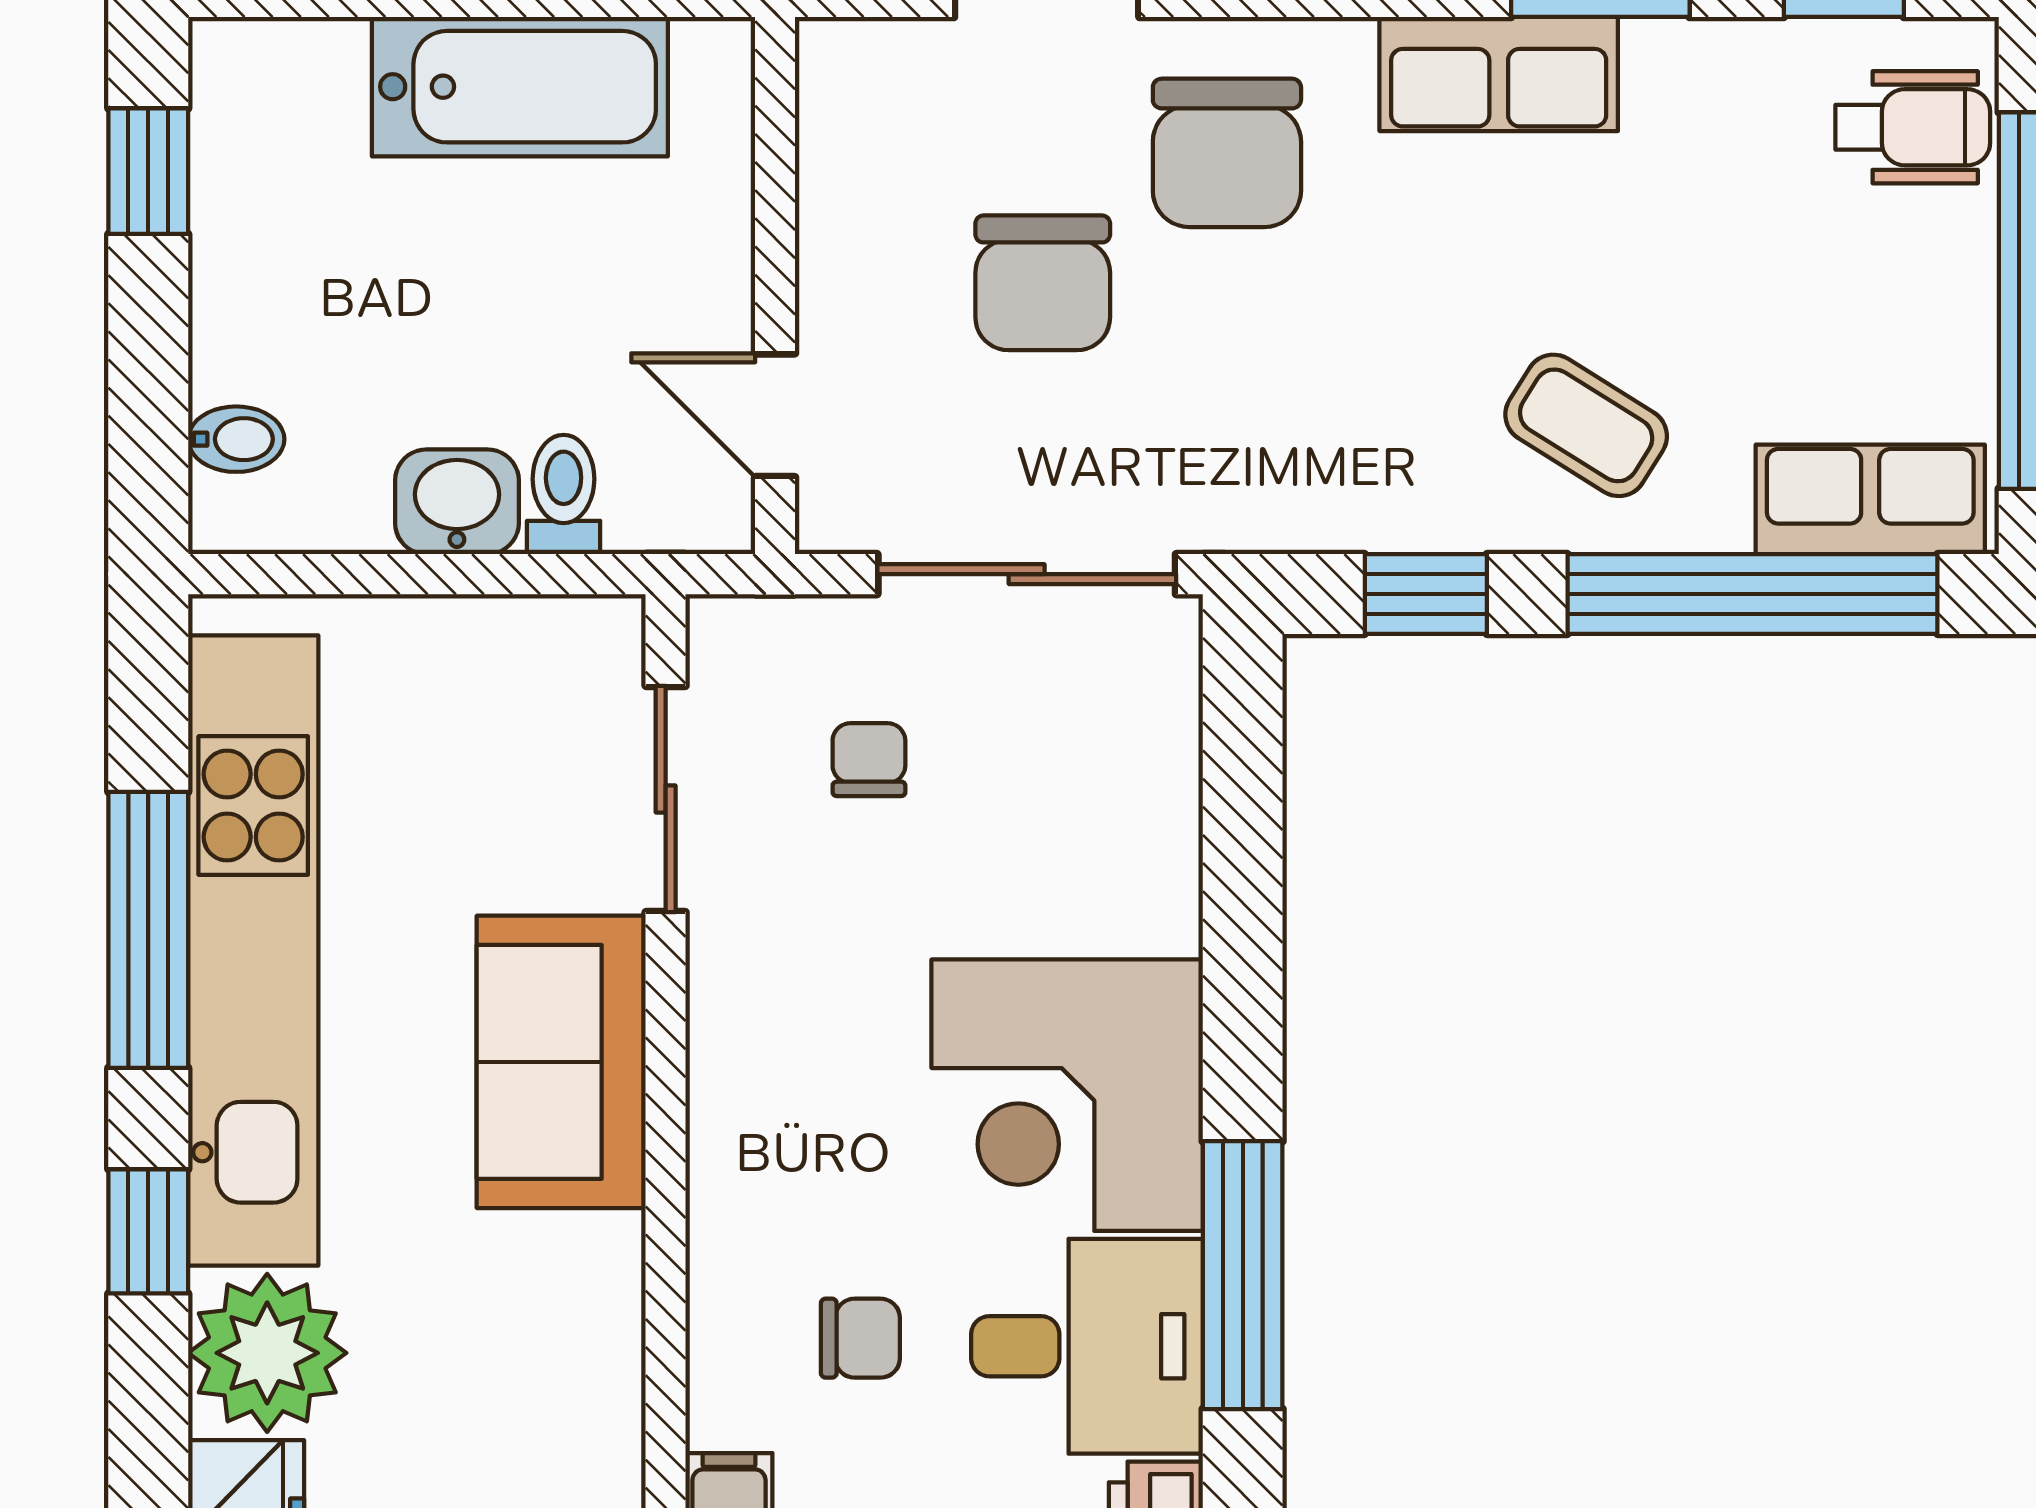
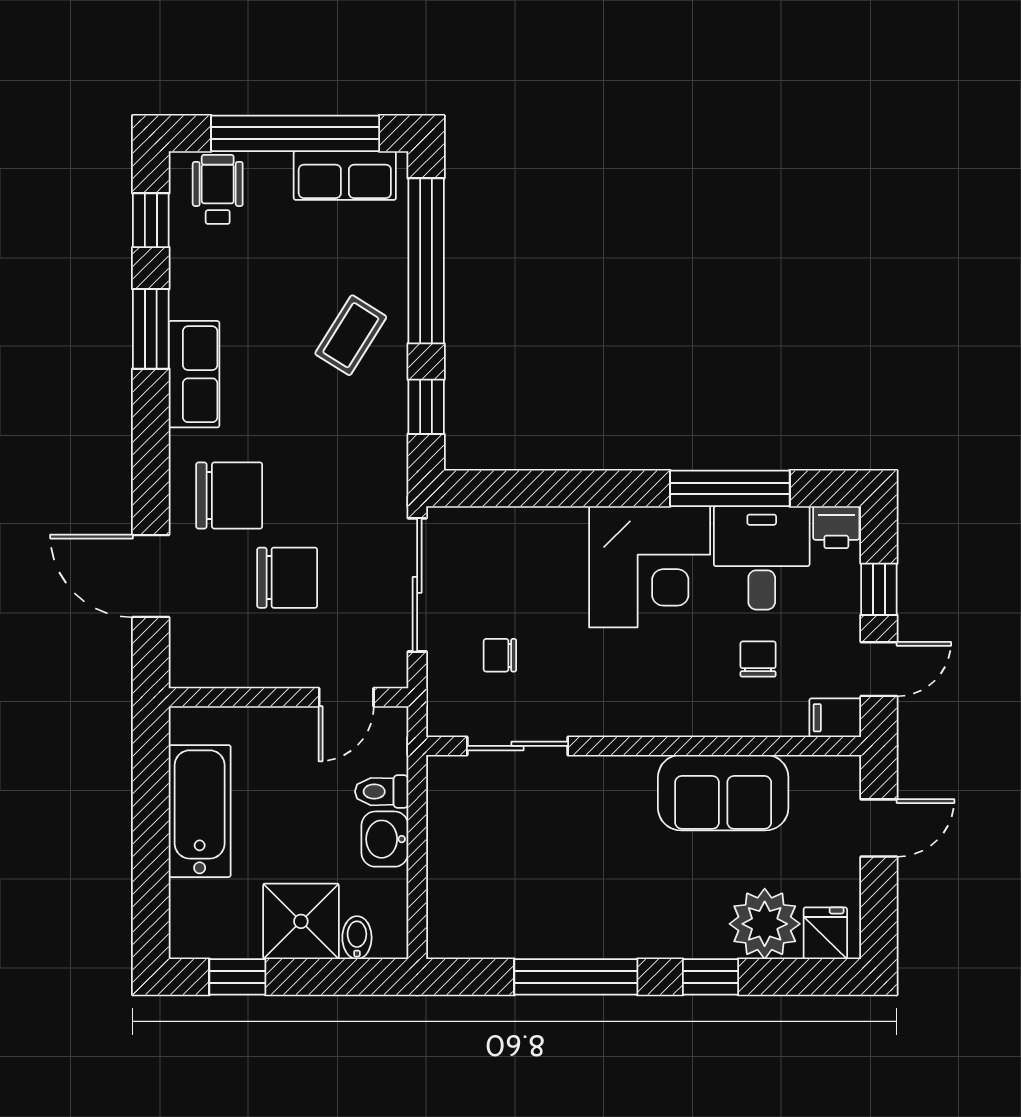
shower: (273, 314) -> (301, 921), added
row of seats: (1870, 499) -> (345, 176), moved, turned -90
kitchen unit: (253, 950) -> (585, 930), removed
sofa: (561, 1062) -> (723, 793), moved

